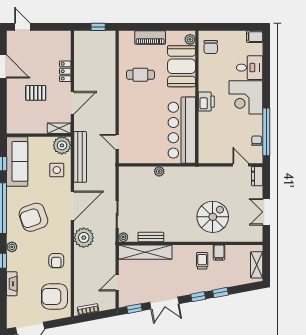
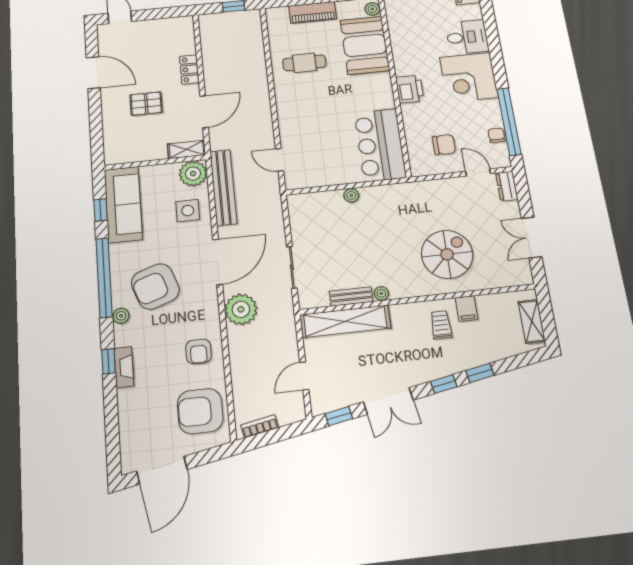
chair: (211, 47) -> (444, 145), moved, turned -90
bar counter: (182, 130) -> (380, 145), width x0.73
plant: (123, 237) -> (381, 293), moved
plant: (12, 247) -> (121, 316), moved
fireplace: (12, 284) -> (124, 367), moved

